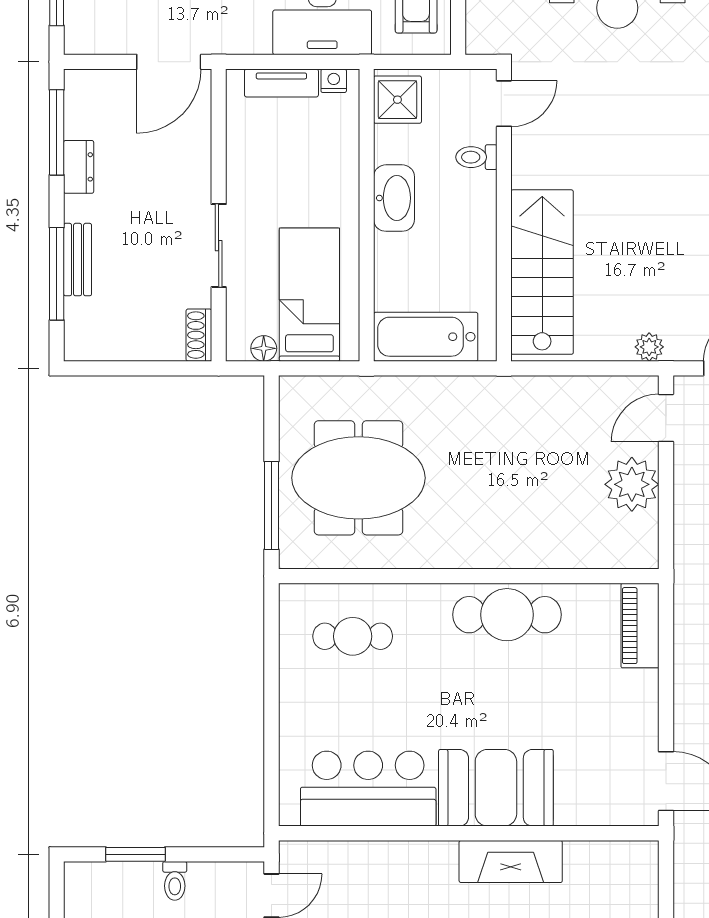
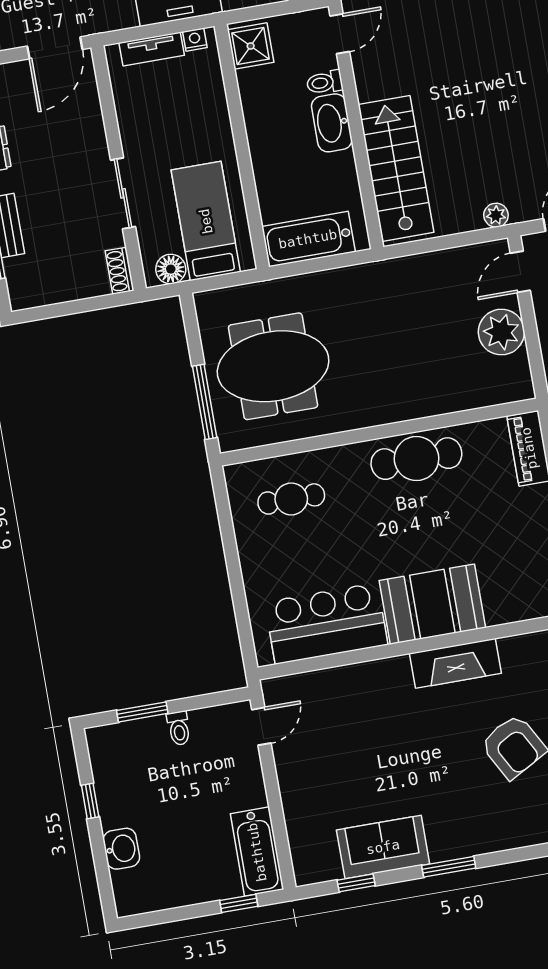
washbasin: (394, 198) -> (332, 123), moved, turned 180
floor lamp: (264, 348) -> (171, 269), width x1.37, depth x1.37

